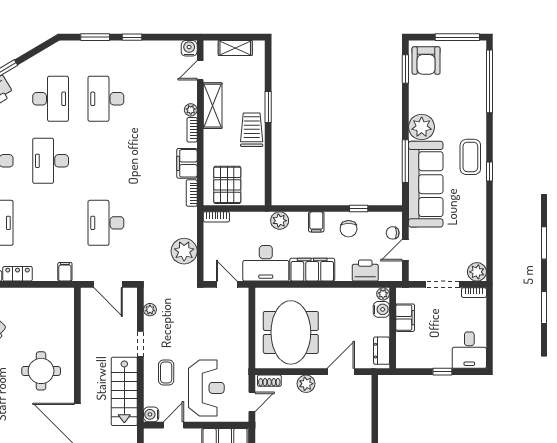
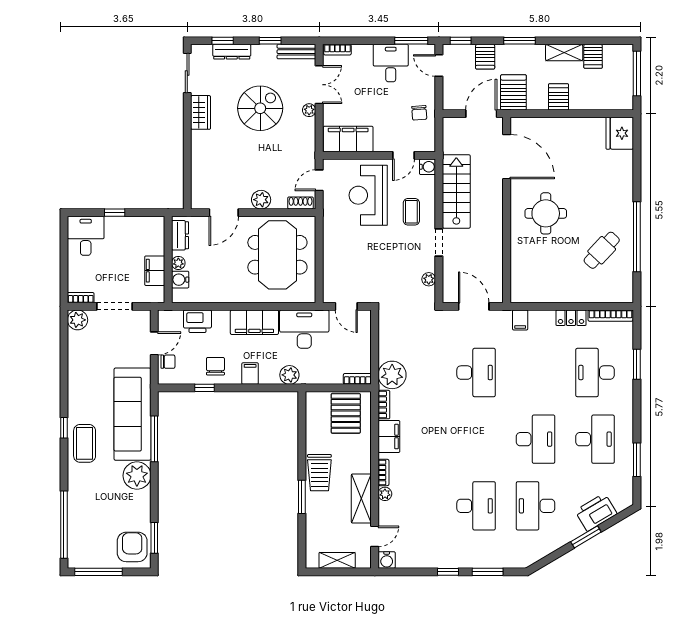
plant: (184, 251) -> (392, 375), moved
plant: (383, 294) -> (178, 263), moved

